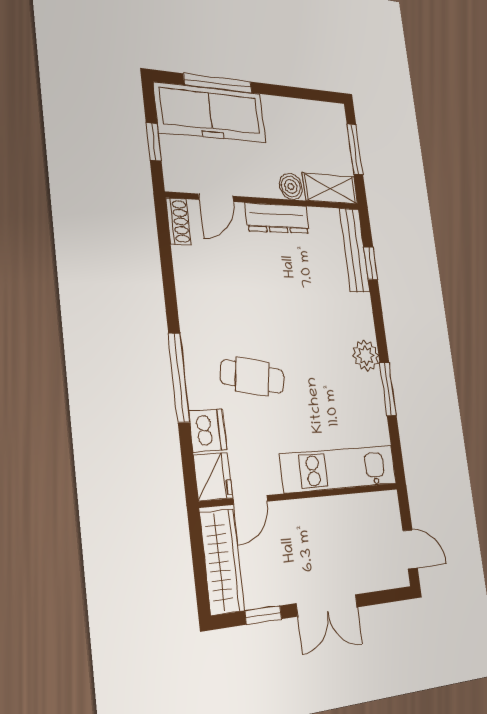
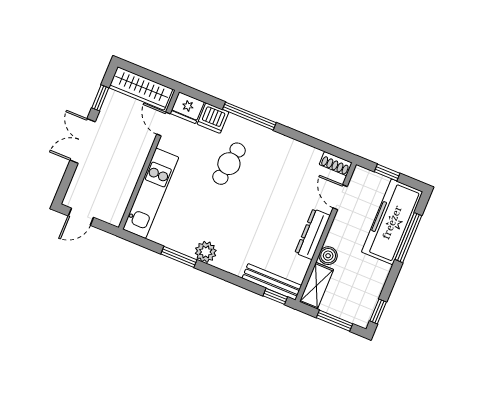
window: (318, 95) -> (378, 311), added
window: (371, 263) -> (275, 296), moved

